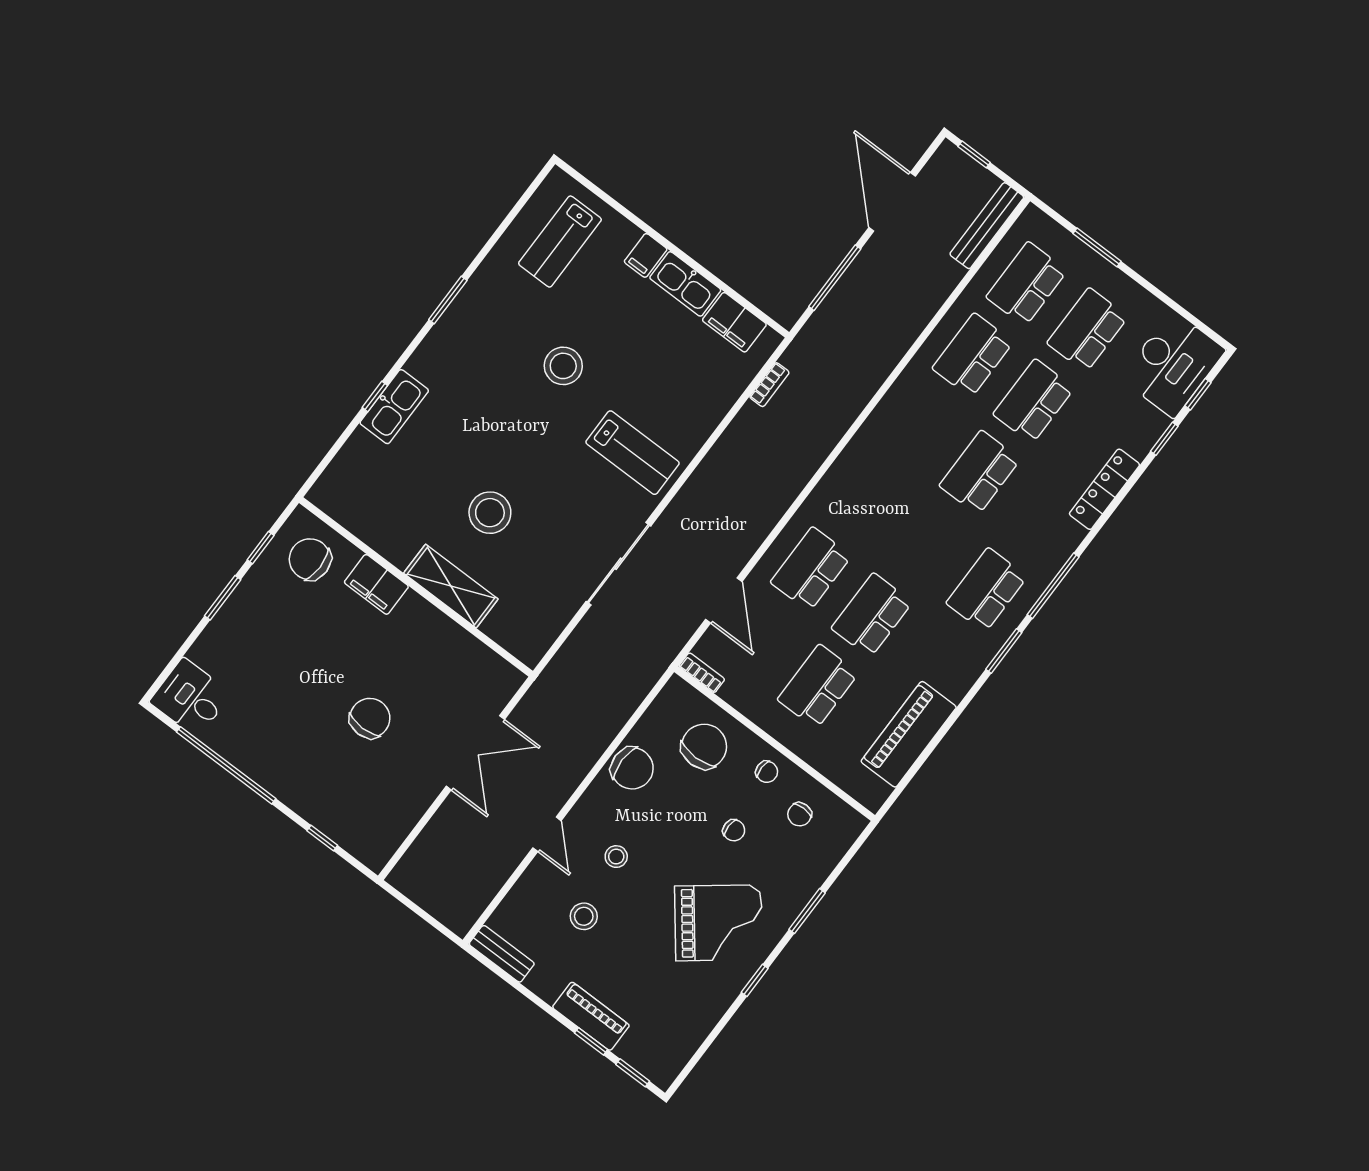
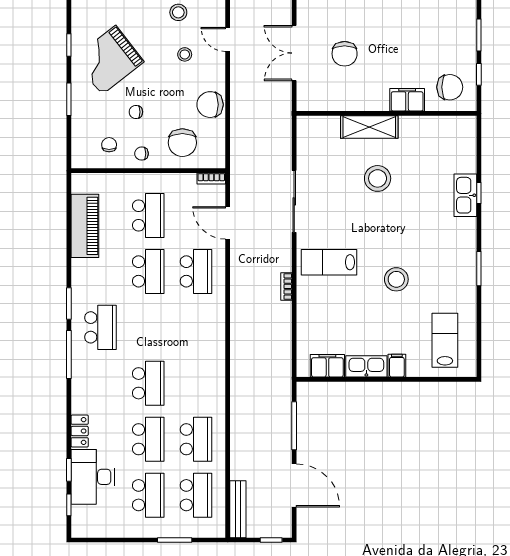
desk: (1173, 364) -> (93, 477), moved
bookcase: (769, 385) -> (286, 286), moved
locker: (1104, 489) -> (80, 431), width x0.66
chair: (370, 718) -> (345, 54), moved

